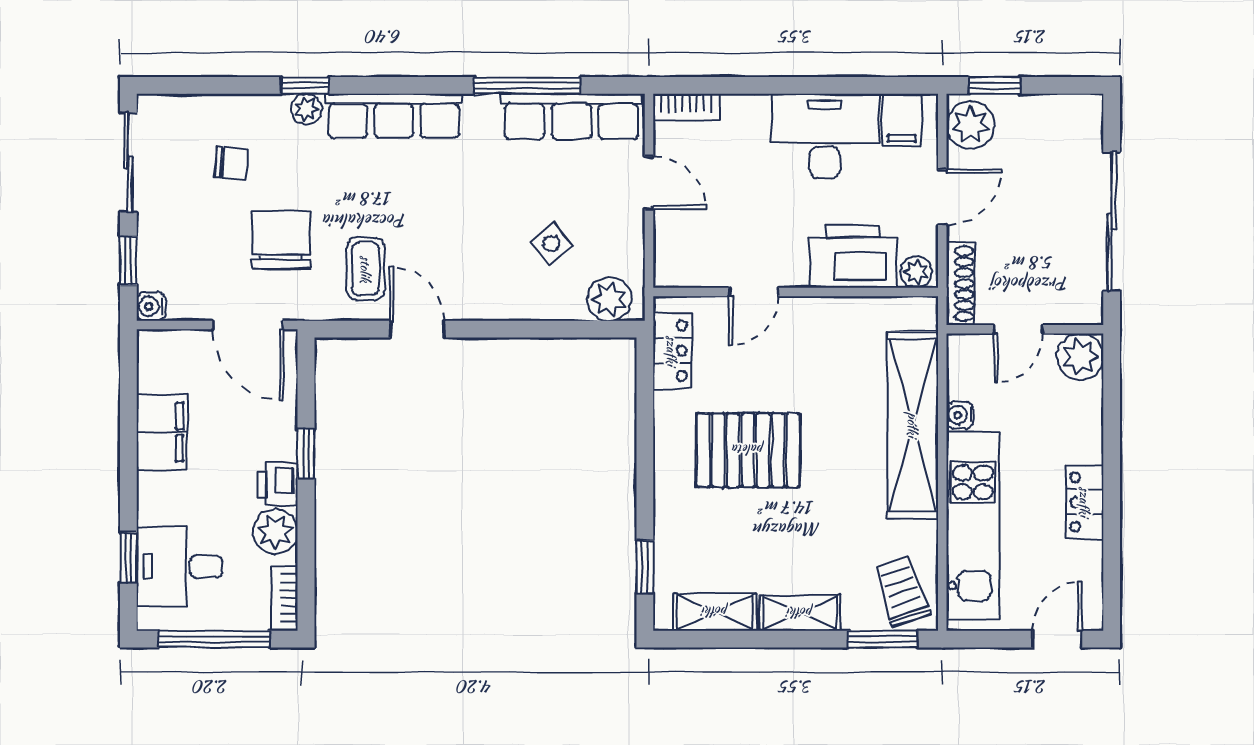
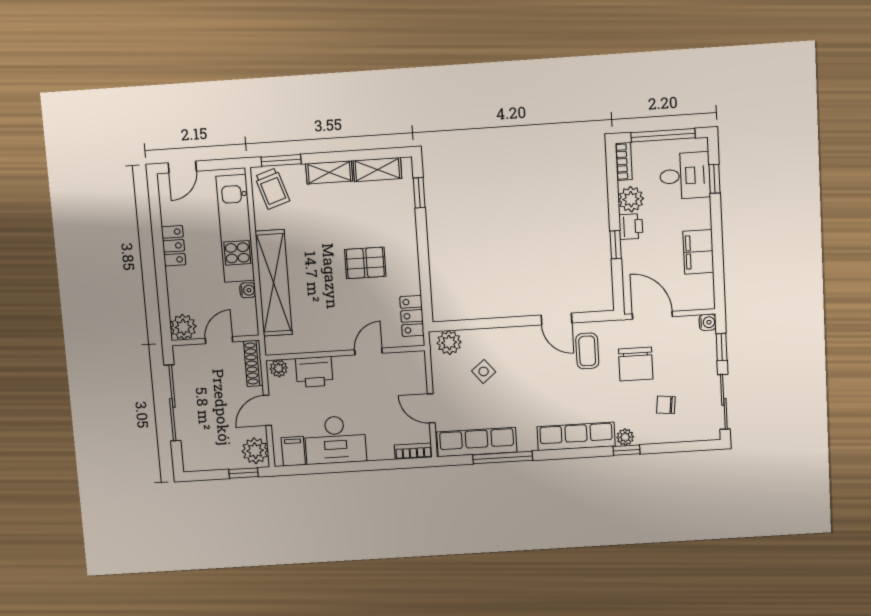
printer: (853, 256) -> (314, 372), width x0.73, depth x0.84
pallet: (748, 450) -> (365, 263), width x0.67, depth x0.71

